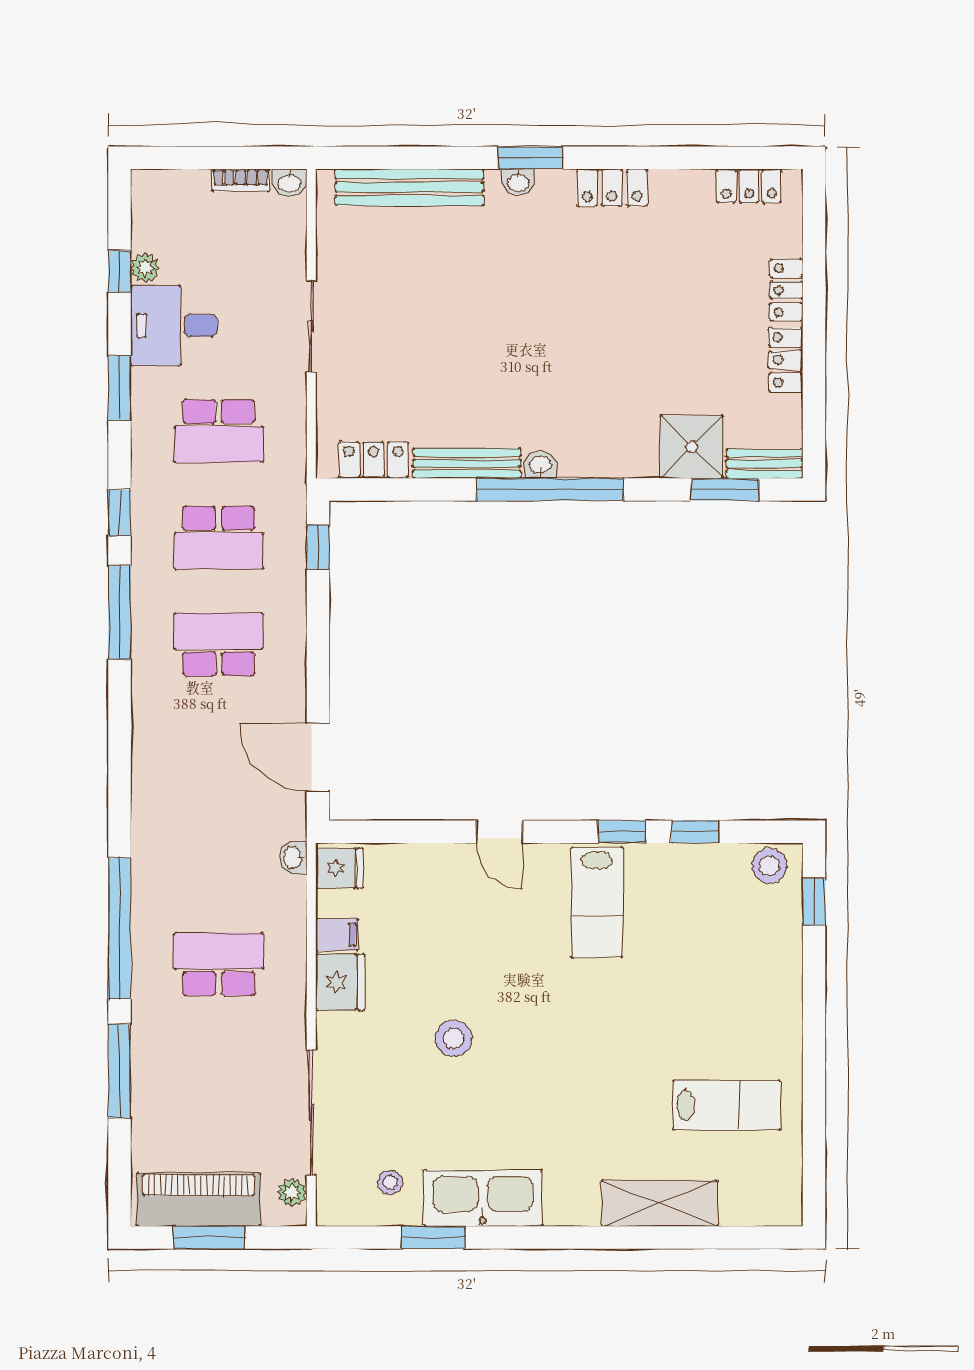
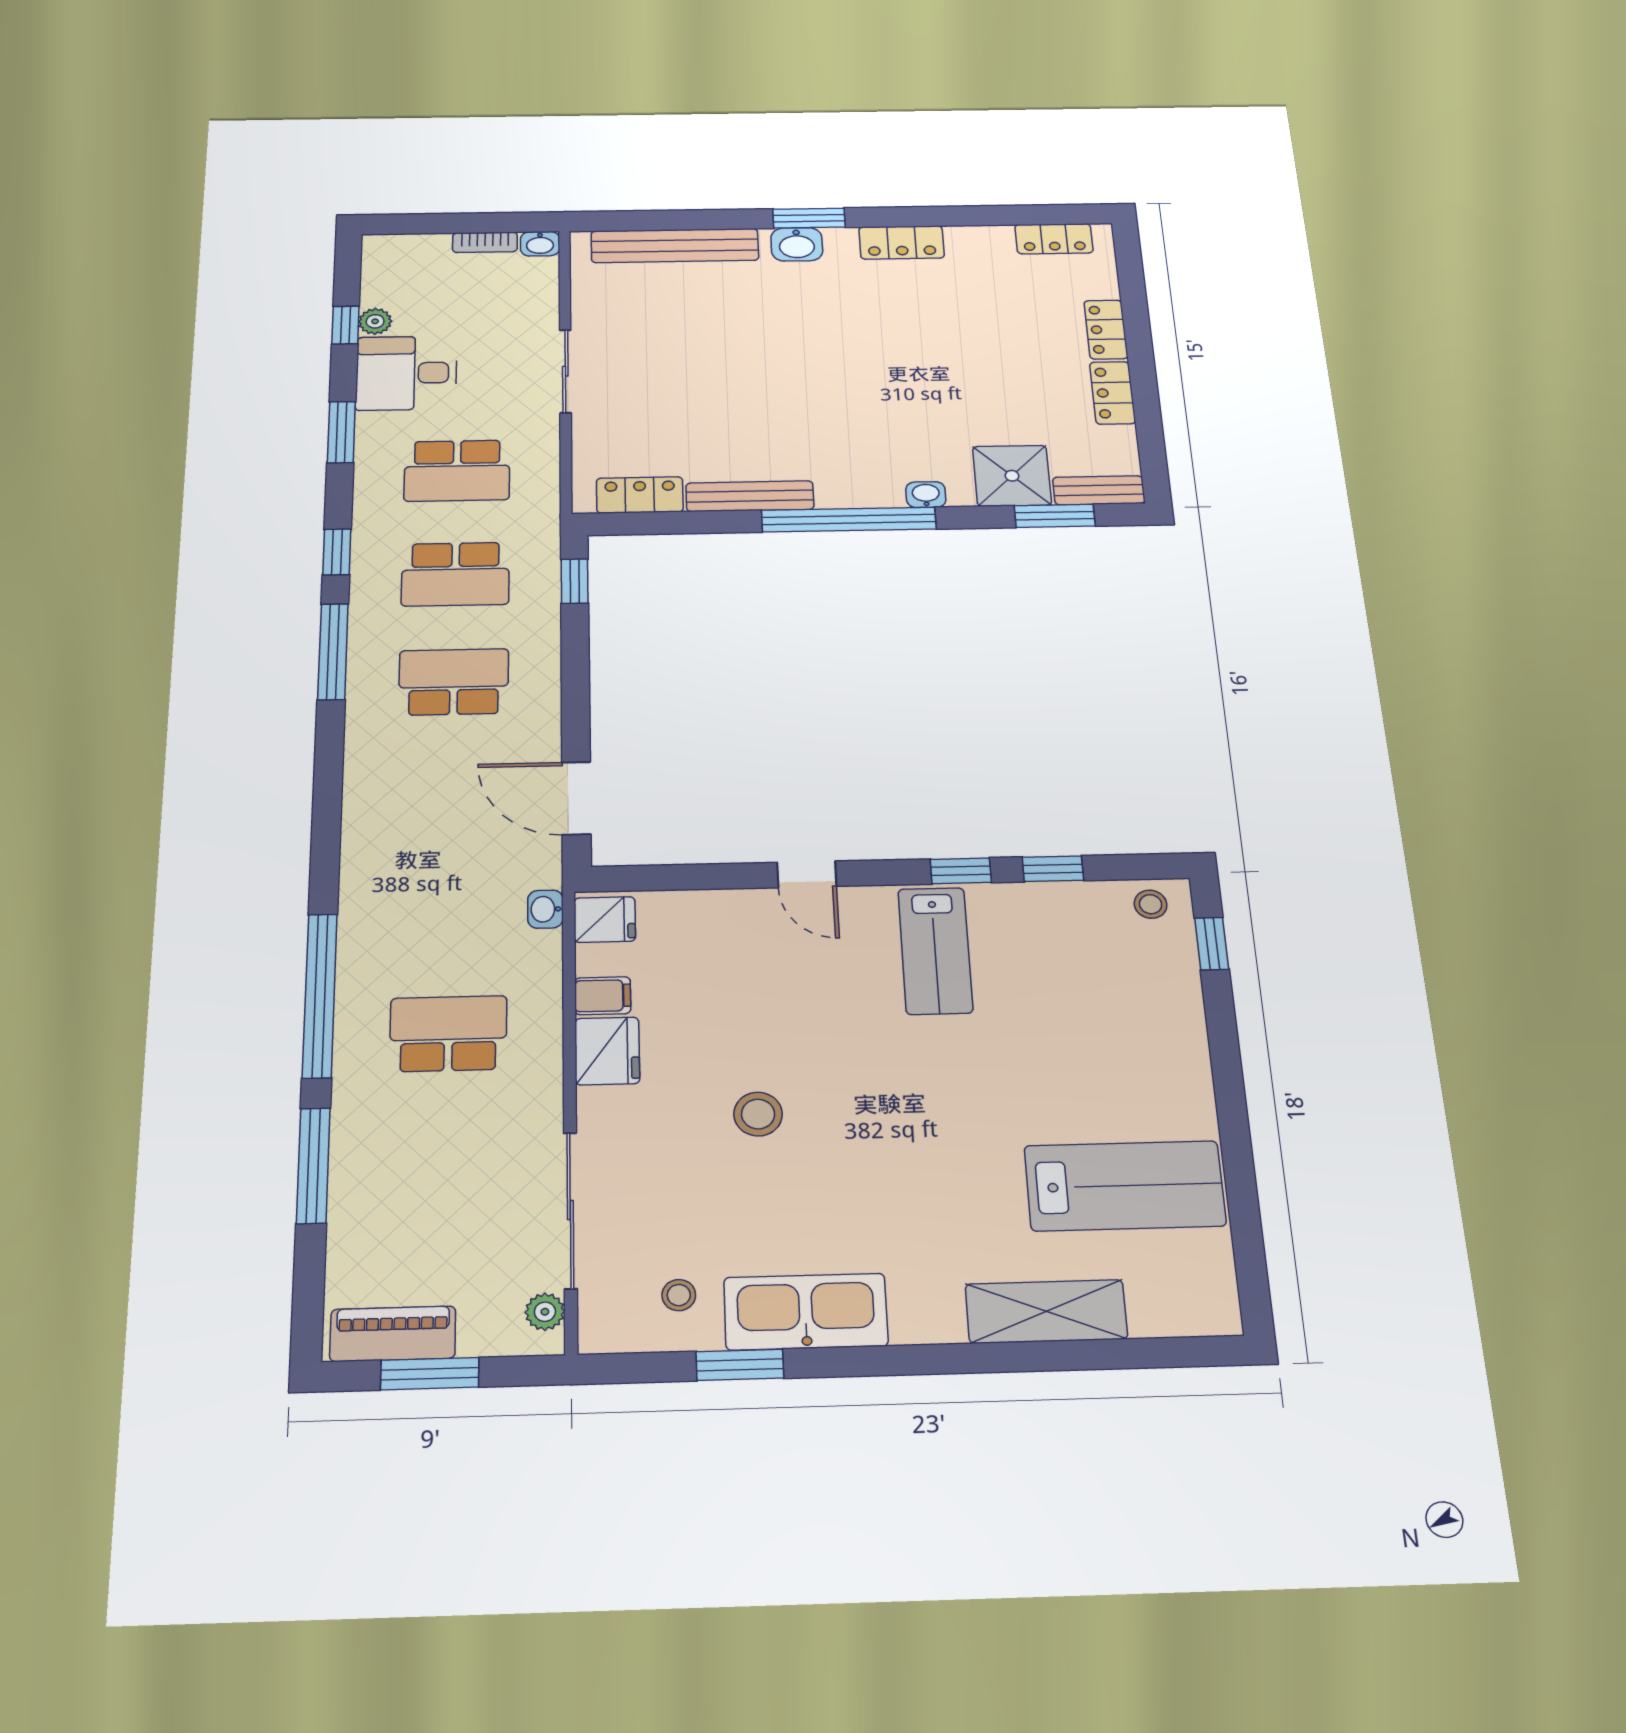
washbasin: (518, 182) -> (797, 244), width x1.38, depth x1.45
washbasin: (540, 465) -> (926, 495), moved
stool: (769, 866) -> (1151, 904), width x0.73, depth x0.73
lab bench: (727, 1105) -> (1125, 1186), width x1.36, depth x1.39
piano: (198, 1200) -> (393, 1334), width x0.73, depth x0.75

